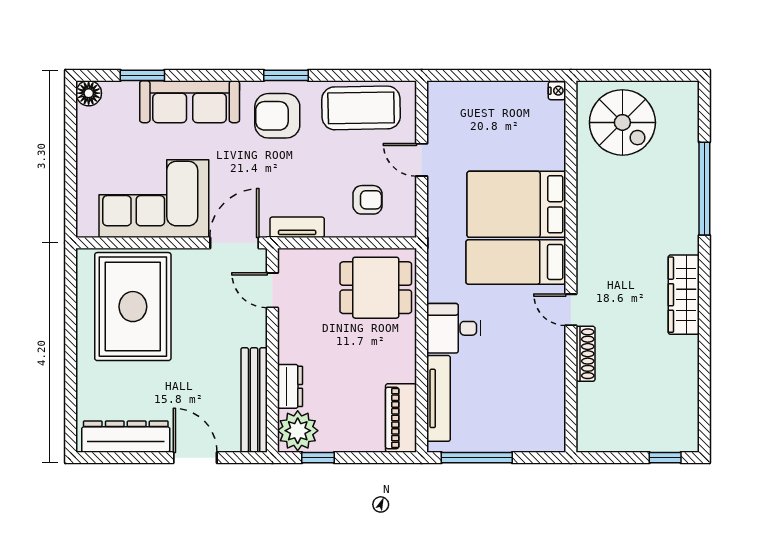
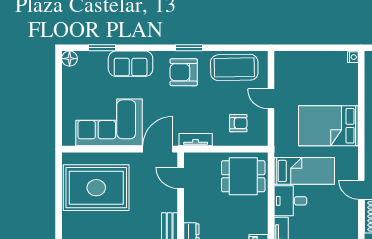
sofa: (190, 102) -> (131, 64), width x0.73
bed: (516, 262) -> (304, 171), moved, turned 180
rug: (133, 307) -> (96, 188), turned 90

